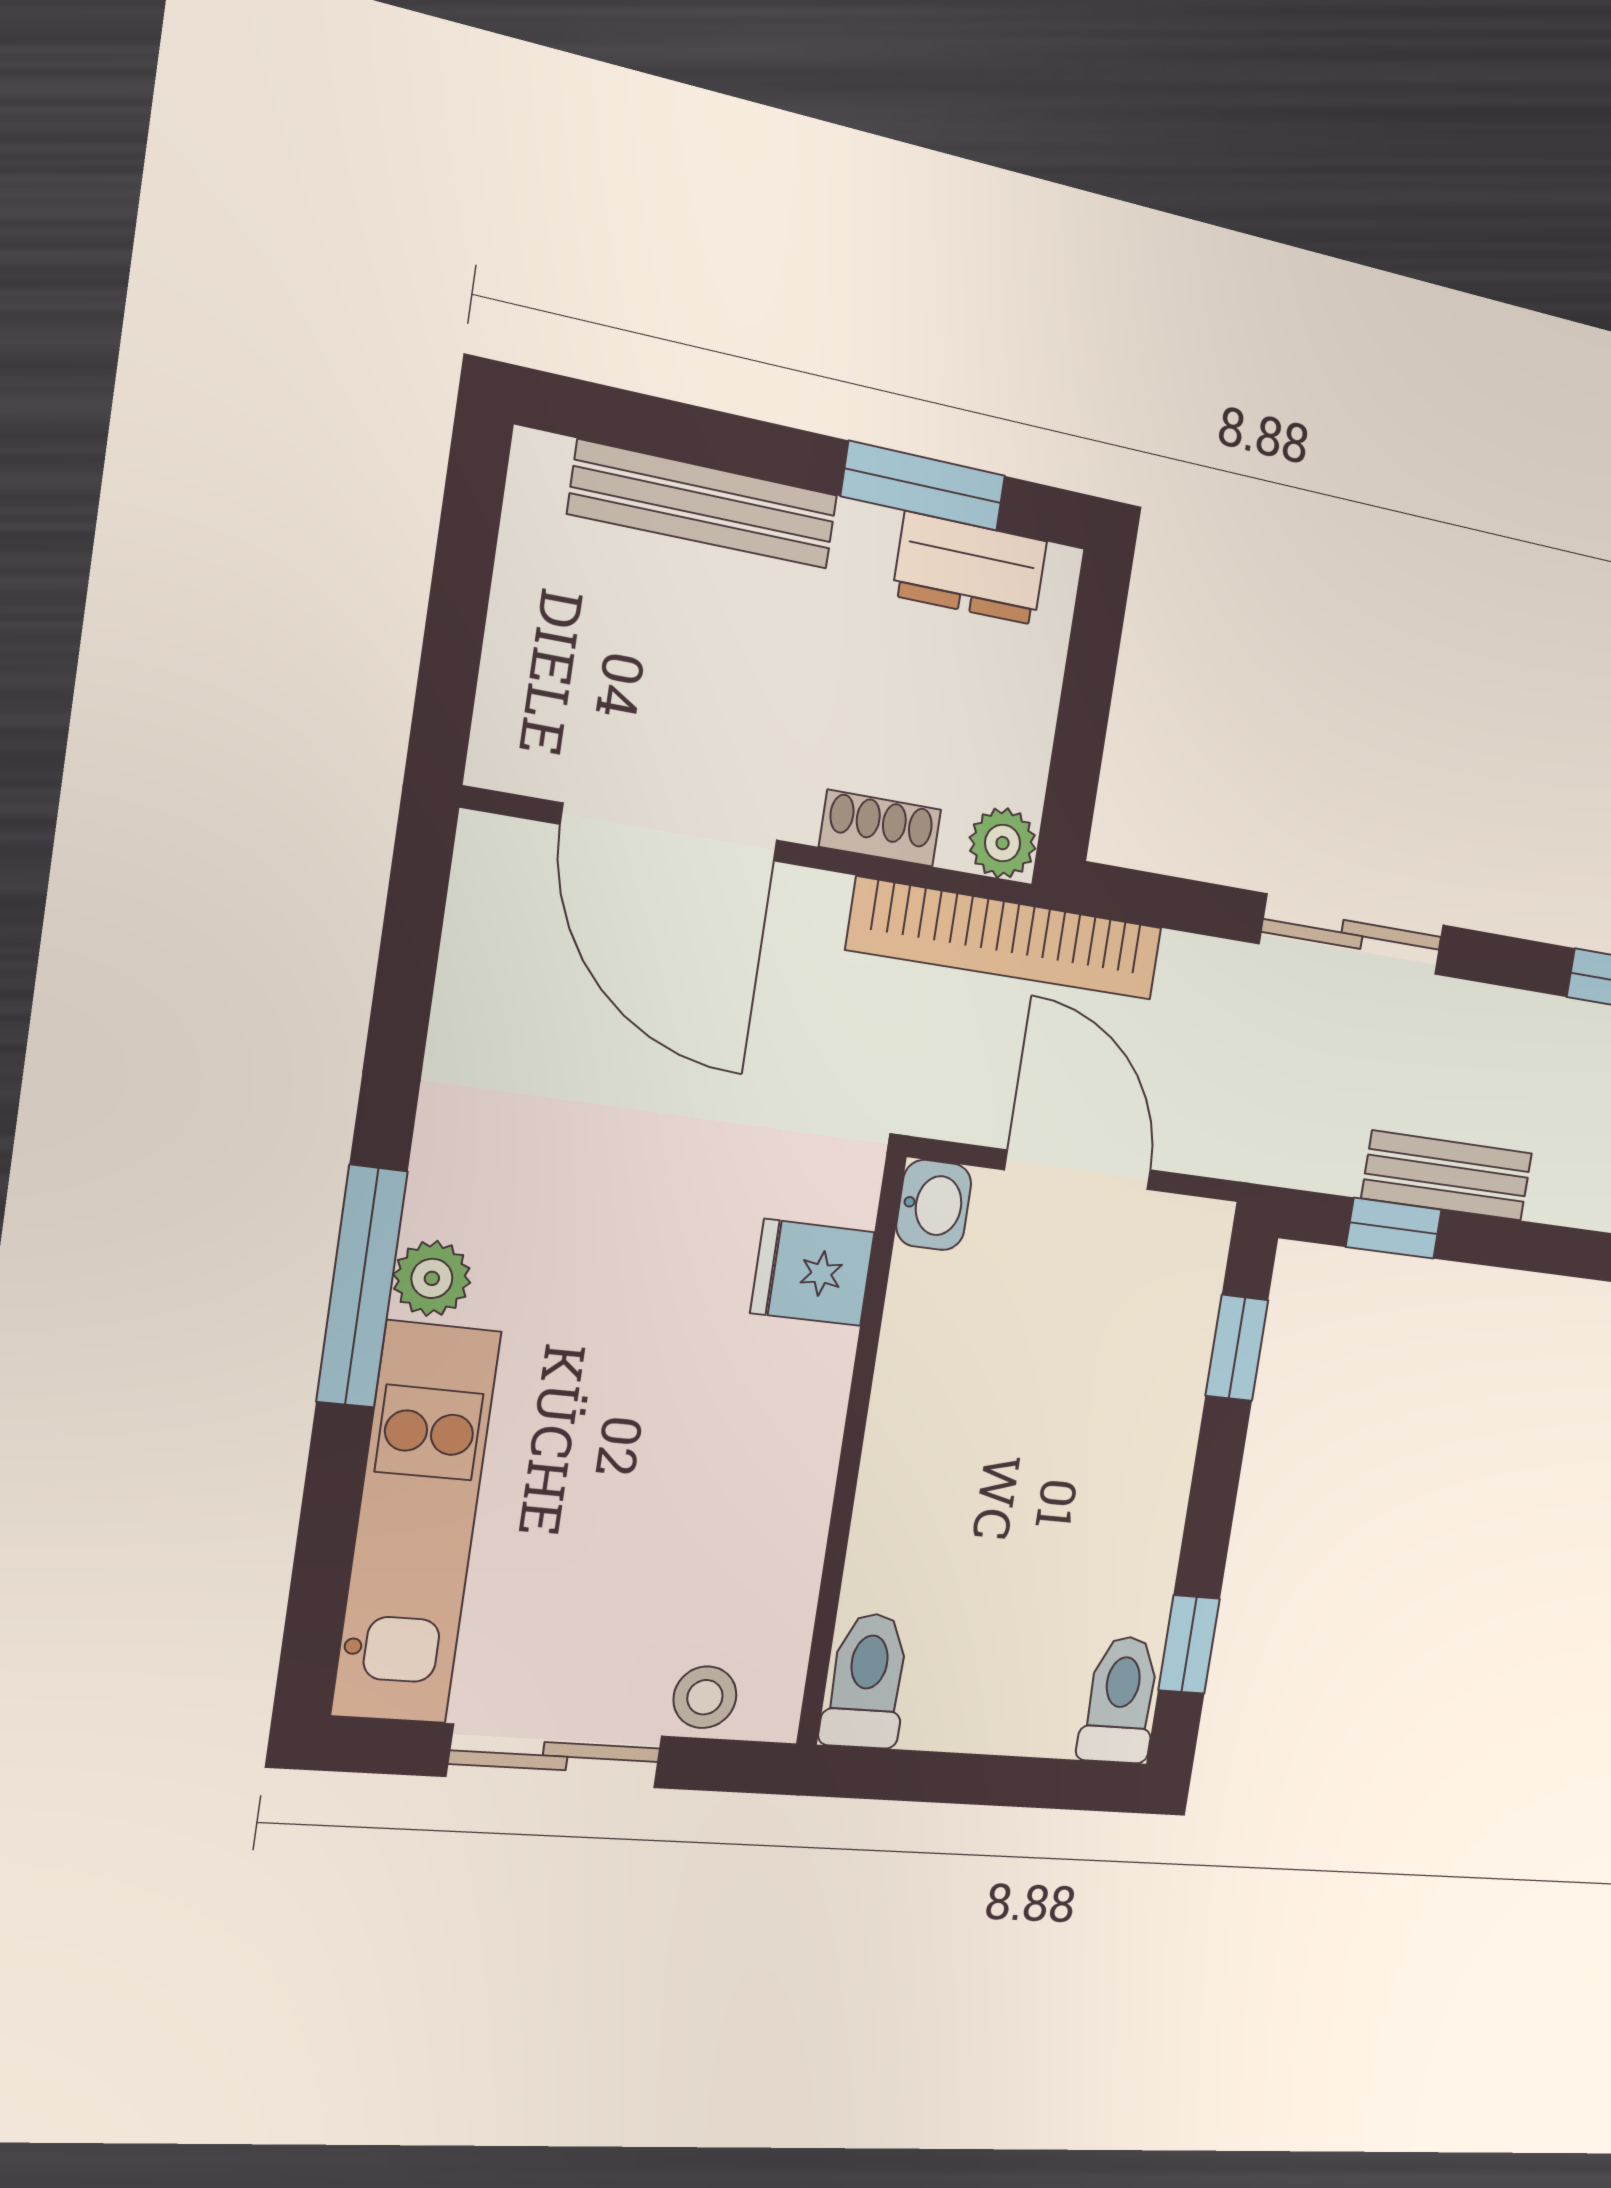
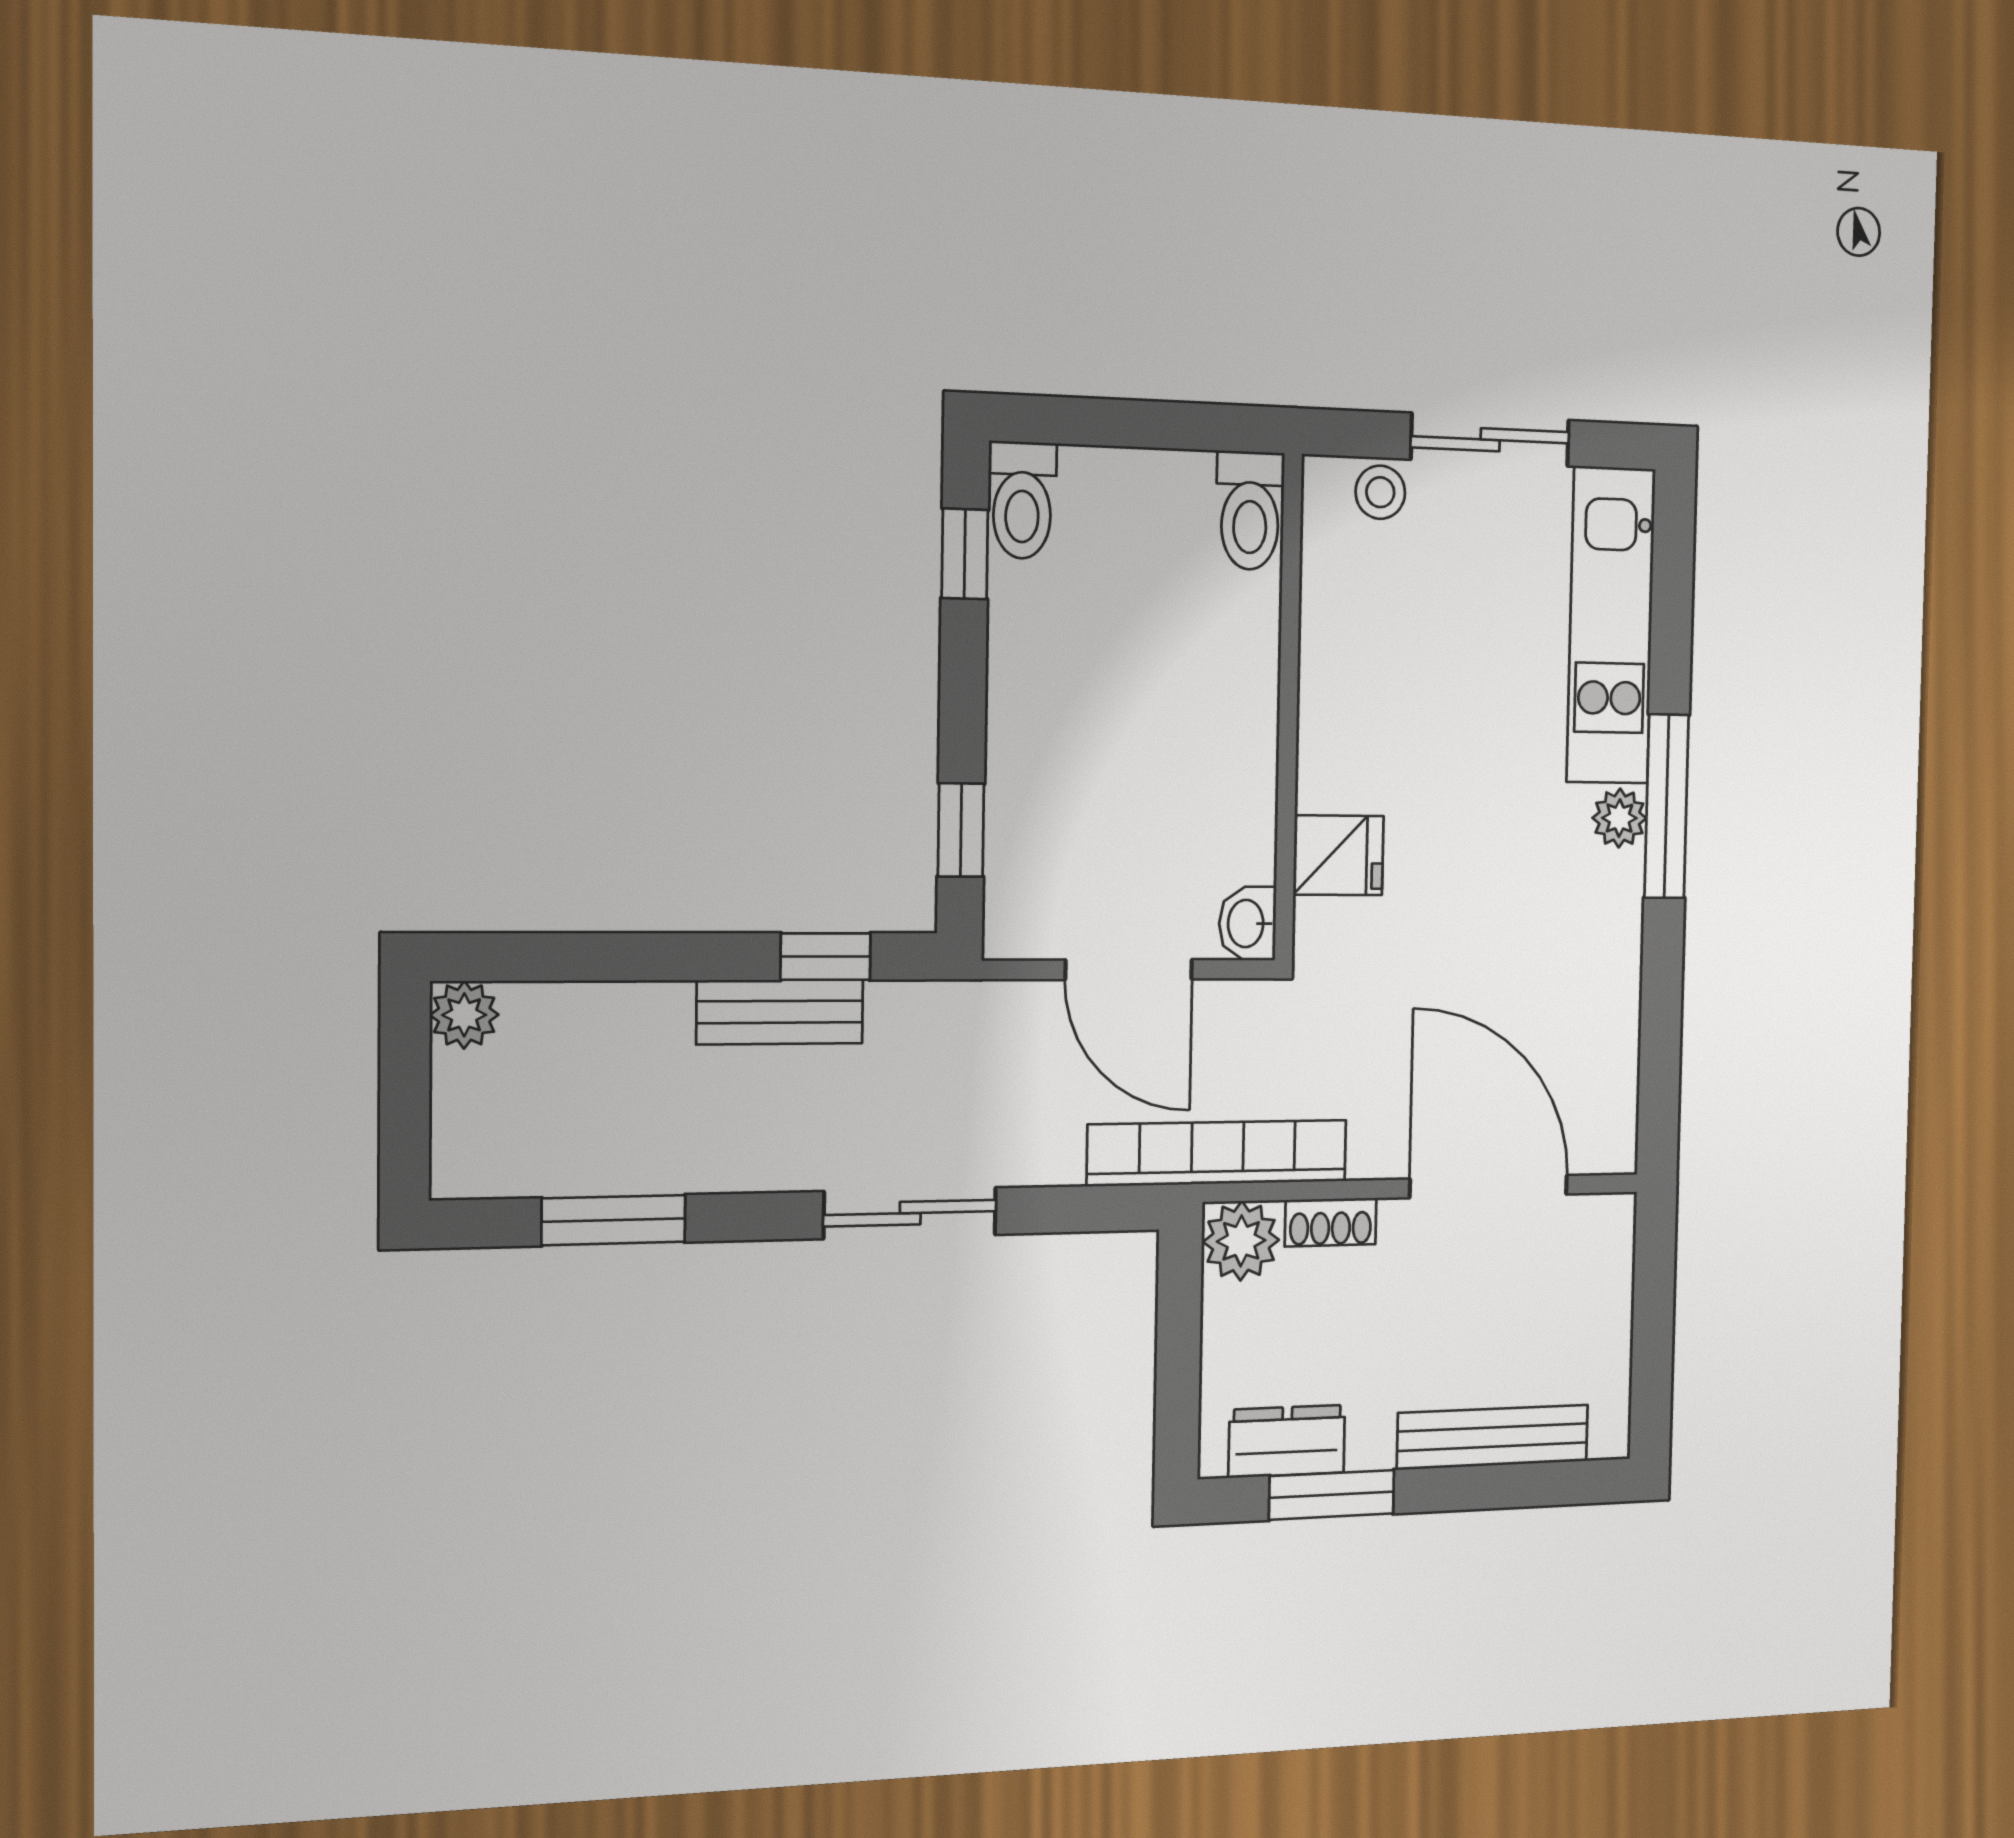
plant: (1003, 843) -> (1241, 1241), width x1.38, depth x1.38

